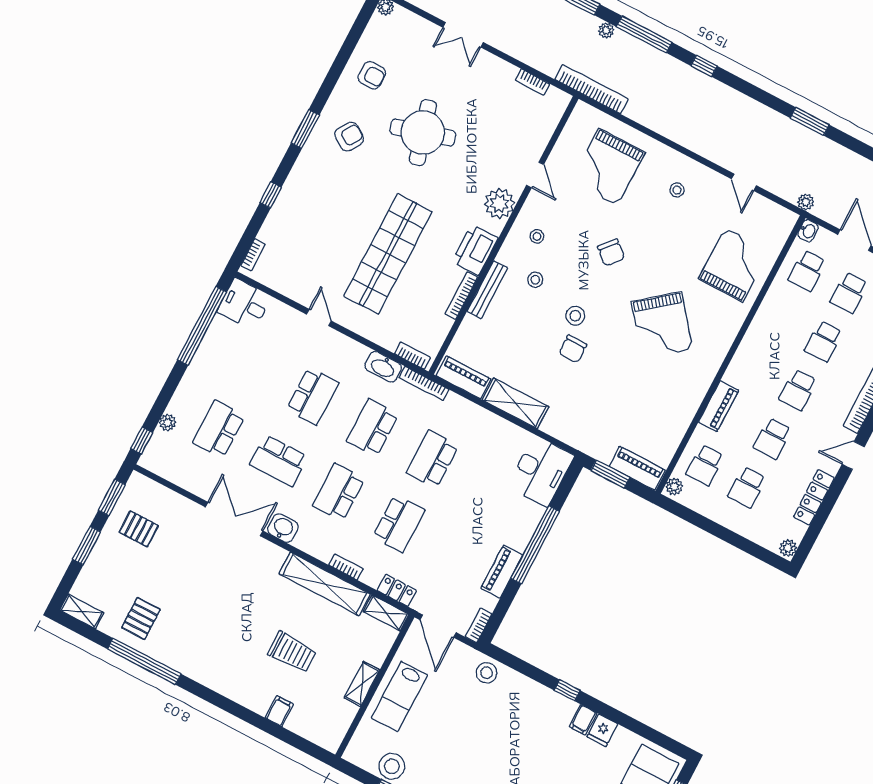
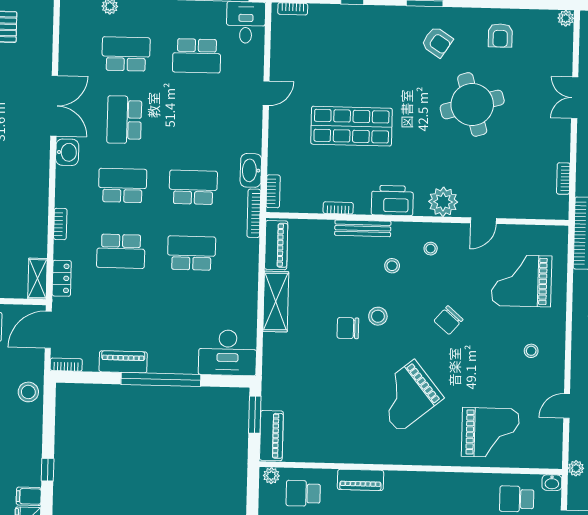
shop shelf: (388, 254) -> (351, 126), width x0.71
bookcase: (461, 296) -> (338, 208), width x0.64
school desk: (313, 396) -> (197, 56), moved
shelving: (325, 584) -> (36, 213), removed

